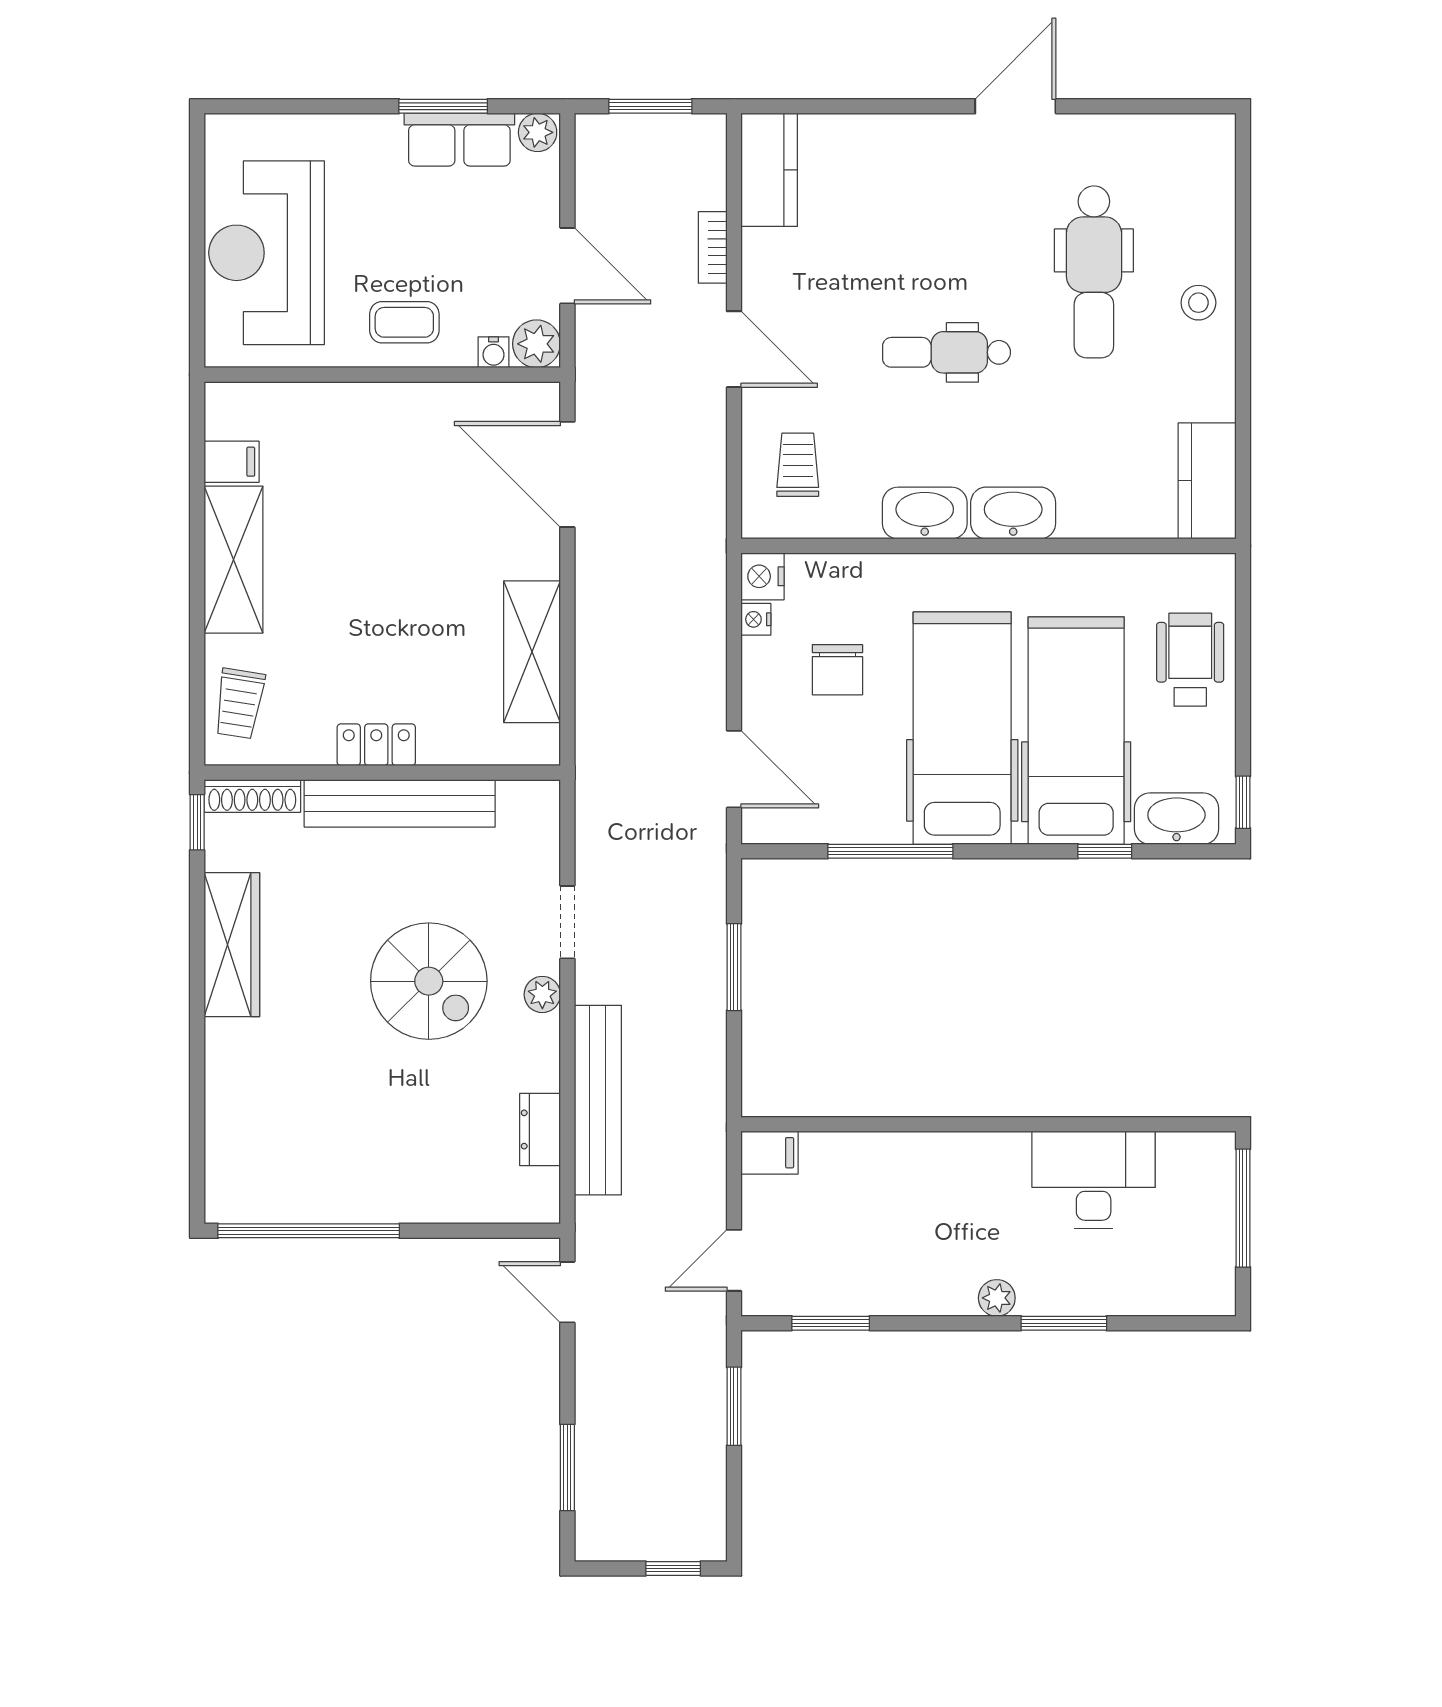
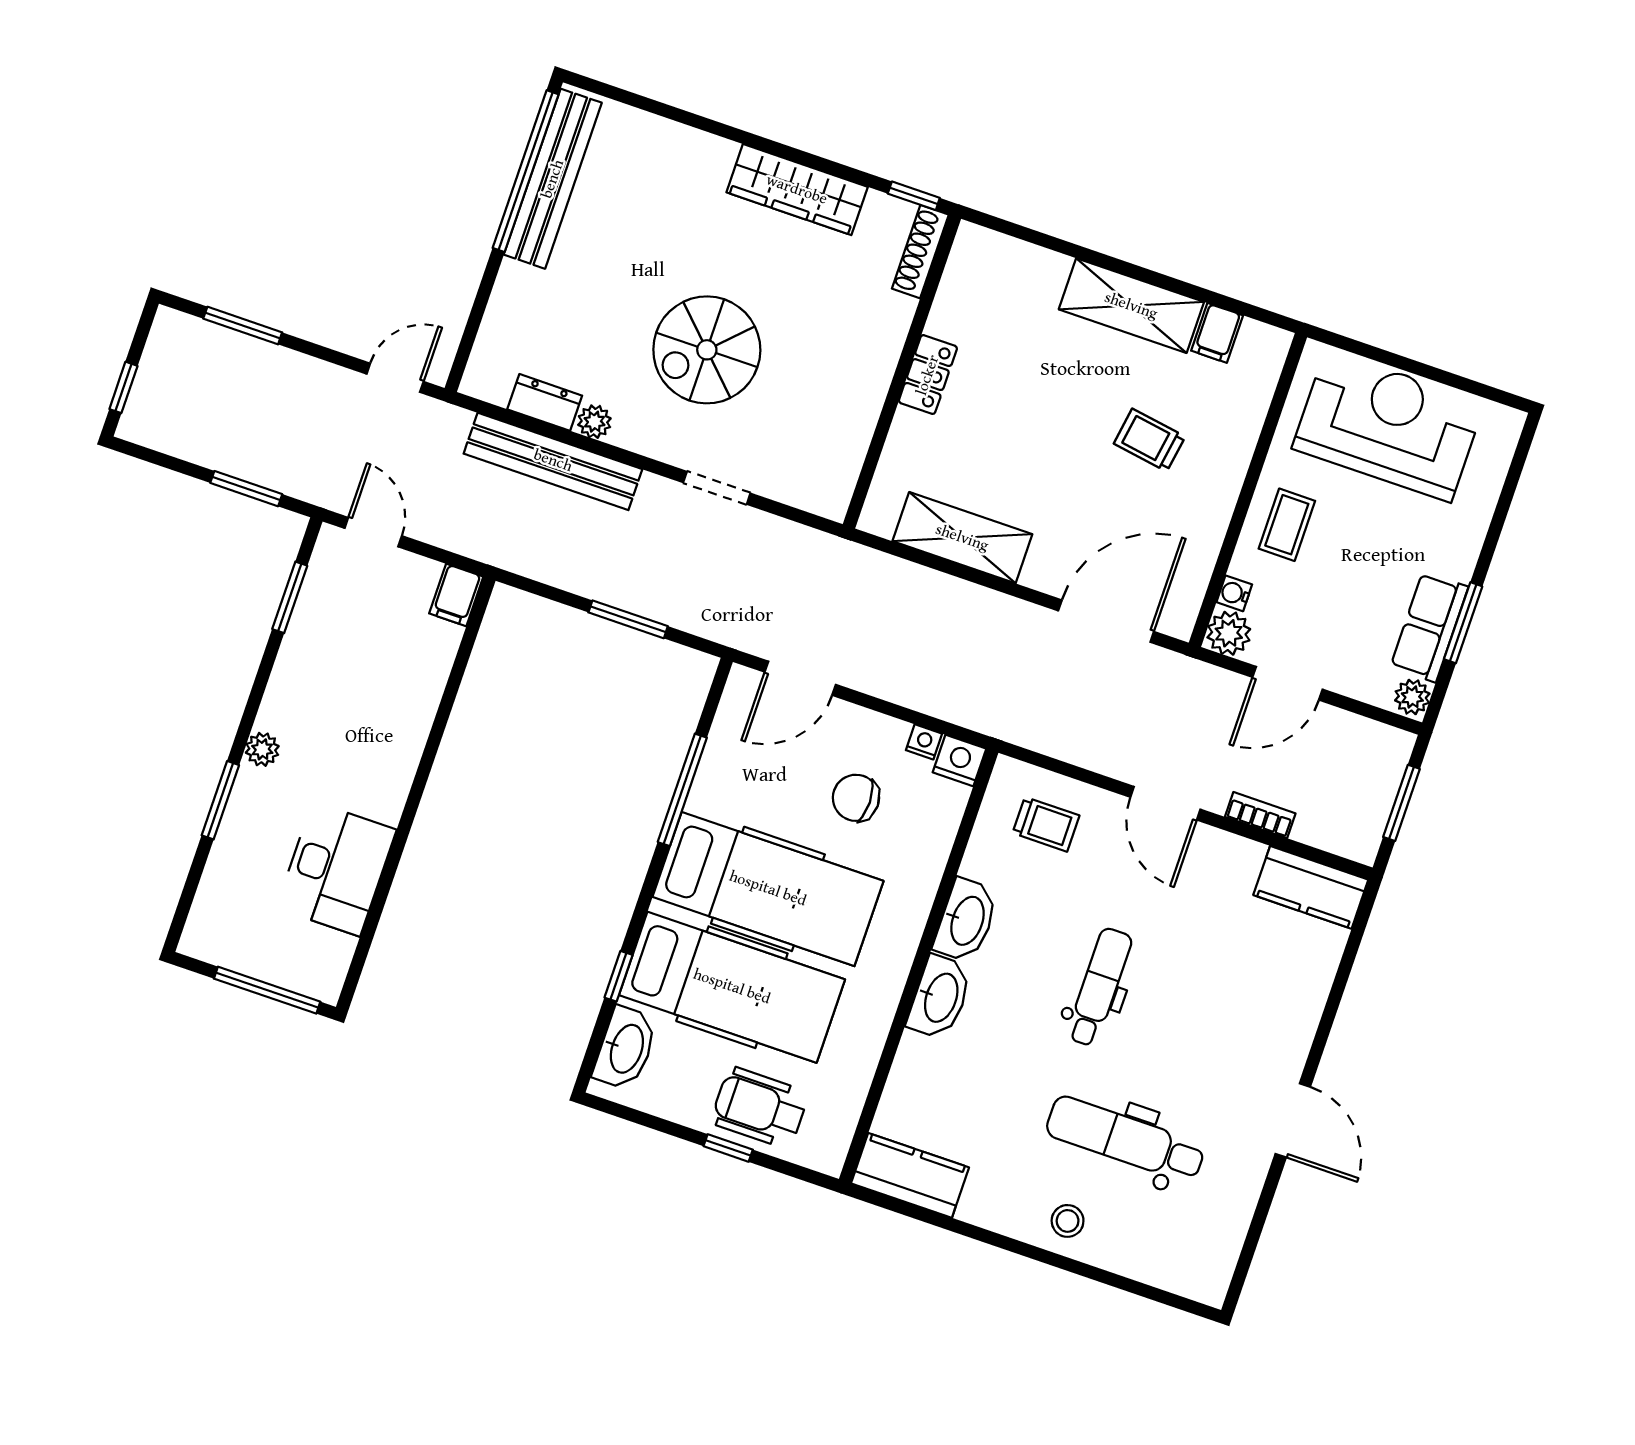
door: (734, 349) -> (1165, 803), hinge flipped
wheelchair: (1190, 660) -> (760, 1108), turned 180
trolley: (239, 703) -> (1150, 440), moved
window: (1243, 802) -> (728, 1148), moved
bench: (400, 803) -> (553, 179), moved
plant: (542, 994) -> (594, 422), moved

